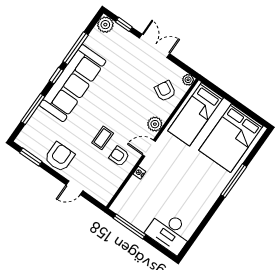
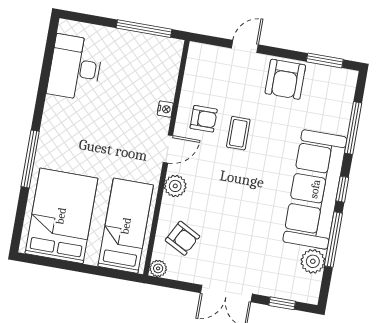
plant: (105, 25) -> (313, 261), moved
desk: (170, 232) -> (75, 68), moved, turned -90

